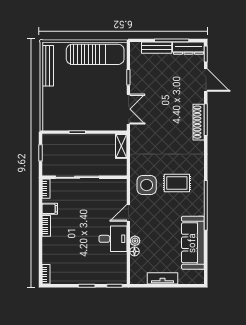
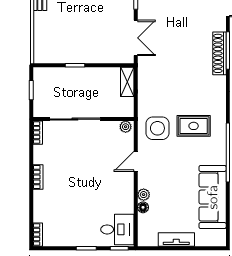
plant: (120, 184) -> (126, 127), added
filing cabinet: (50, 209) -> (42, 157), removed
desk: (113, 239) -> (117, 229), moved

